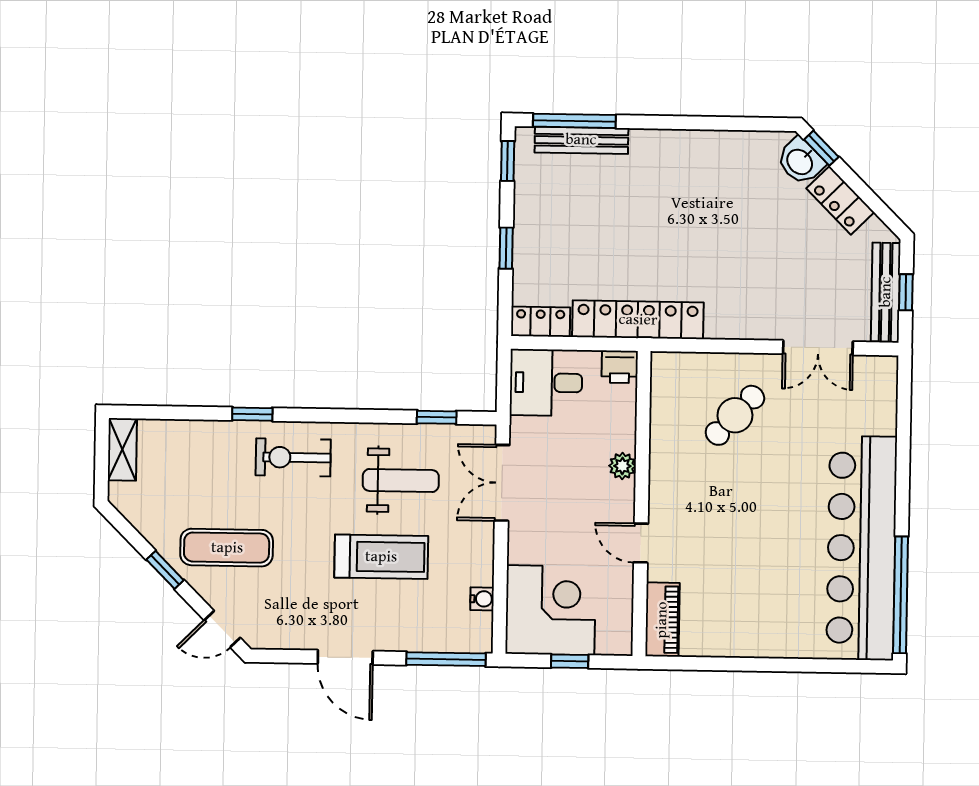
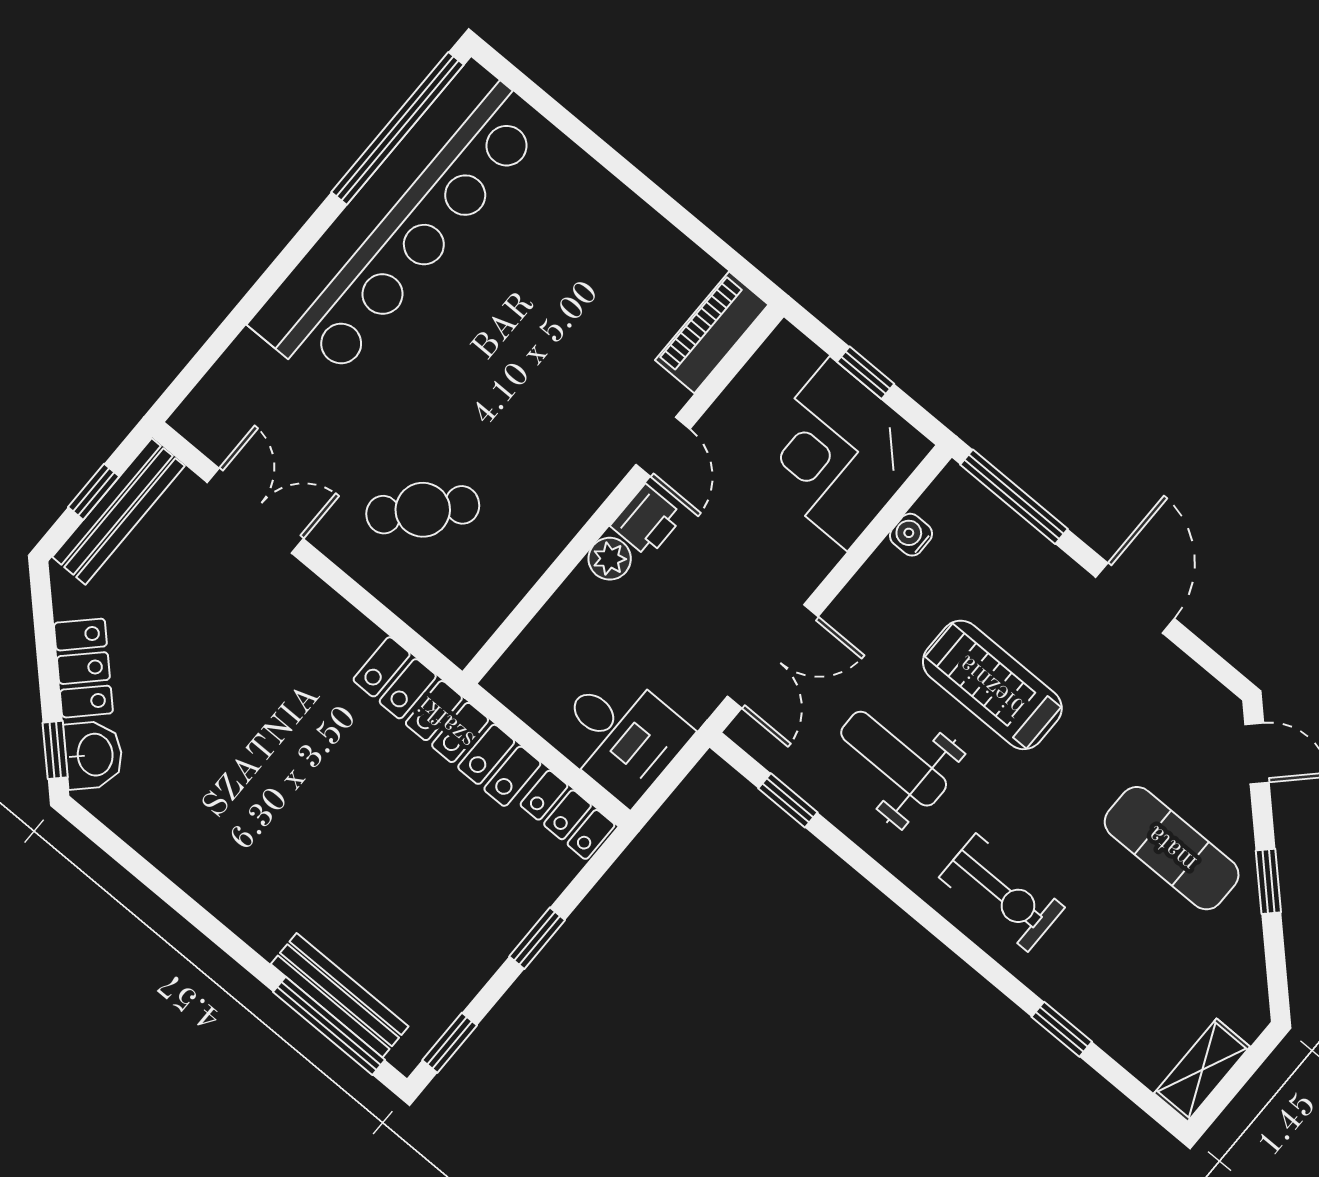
printer: (620, 367) -> (647, 521), moved, turned 90
window: (252, 414) -> (1062, 1029), moved

